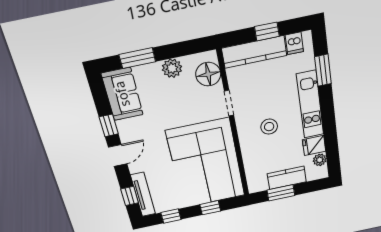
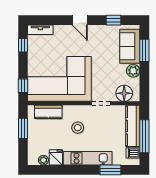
window: (267, 31) -> (144, 136), width x2.17
sofa: (122, 94) -> (130, 46), moved, turned 90
window: (109, 125) -> (114, 20), moved
kitchen counter: (287, 178) -> (48, 112), moved, turned 90
tv unit: (143, 194) -> (40, 30), width x0.71
window: (130, 196) -> (47, 20), removed
window: (210, 208) -> (23, 86), moved

